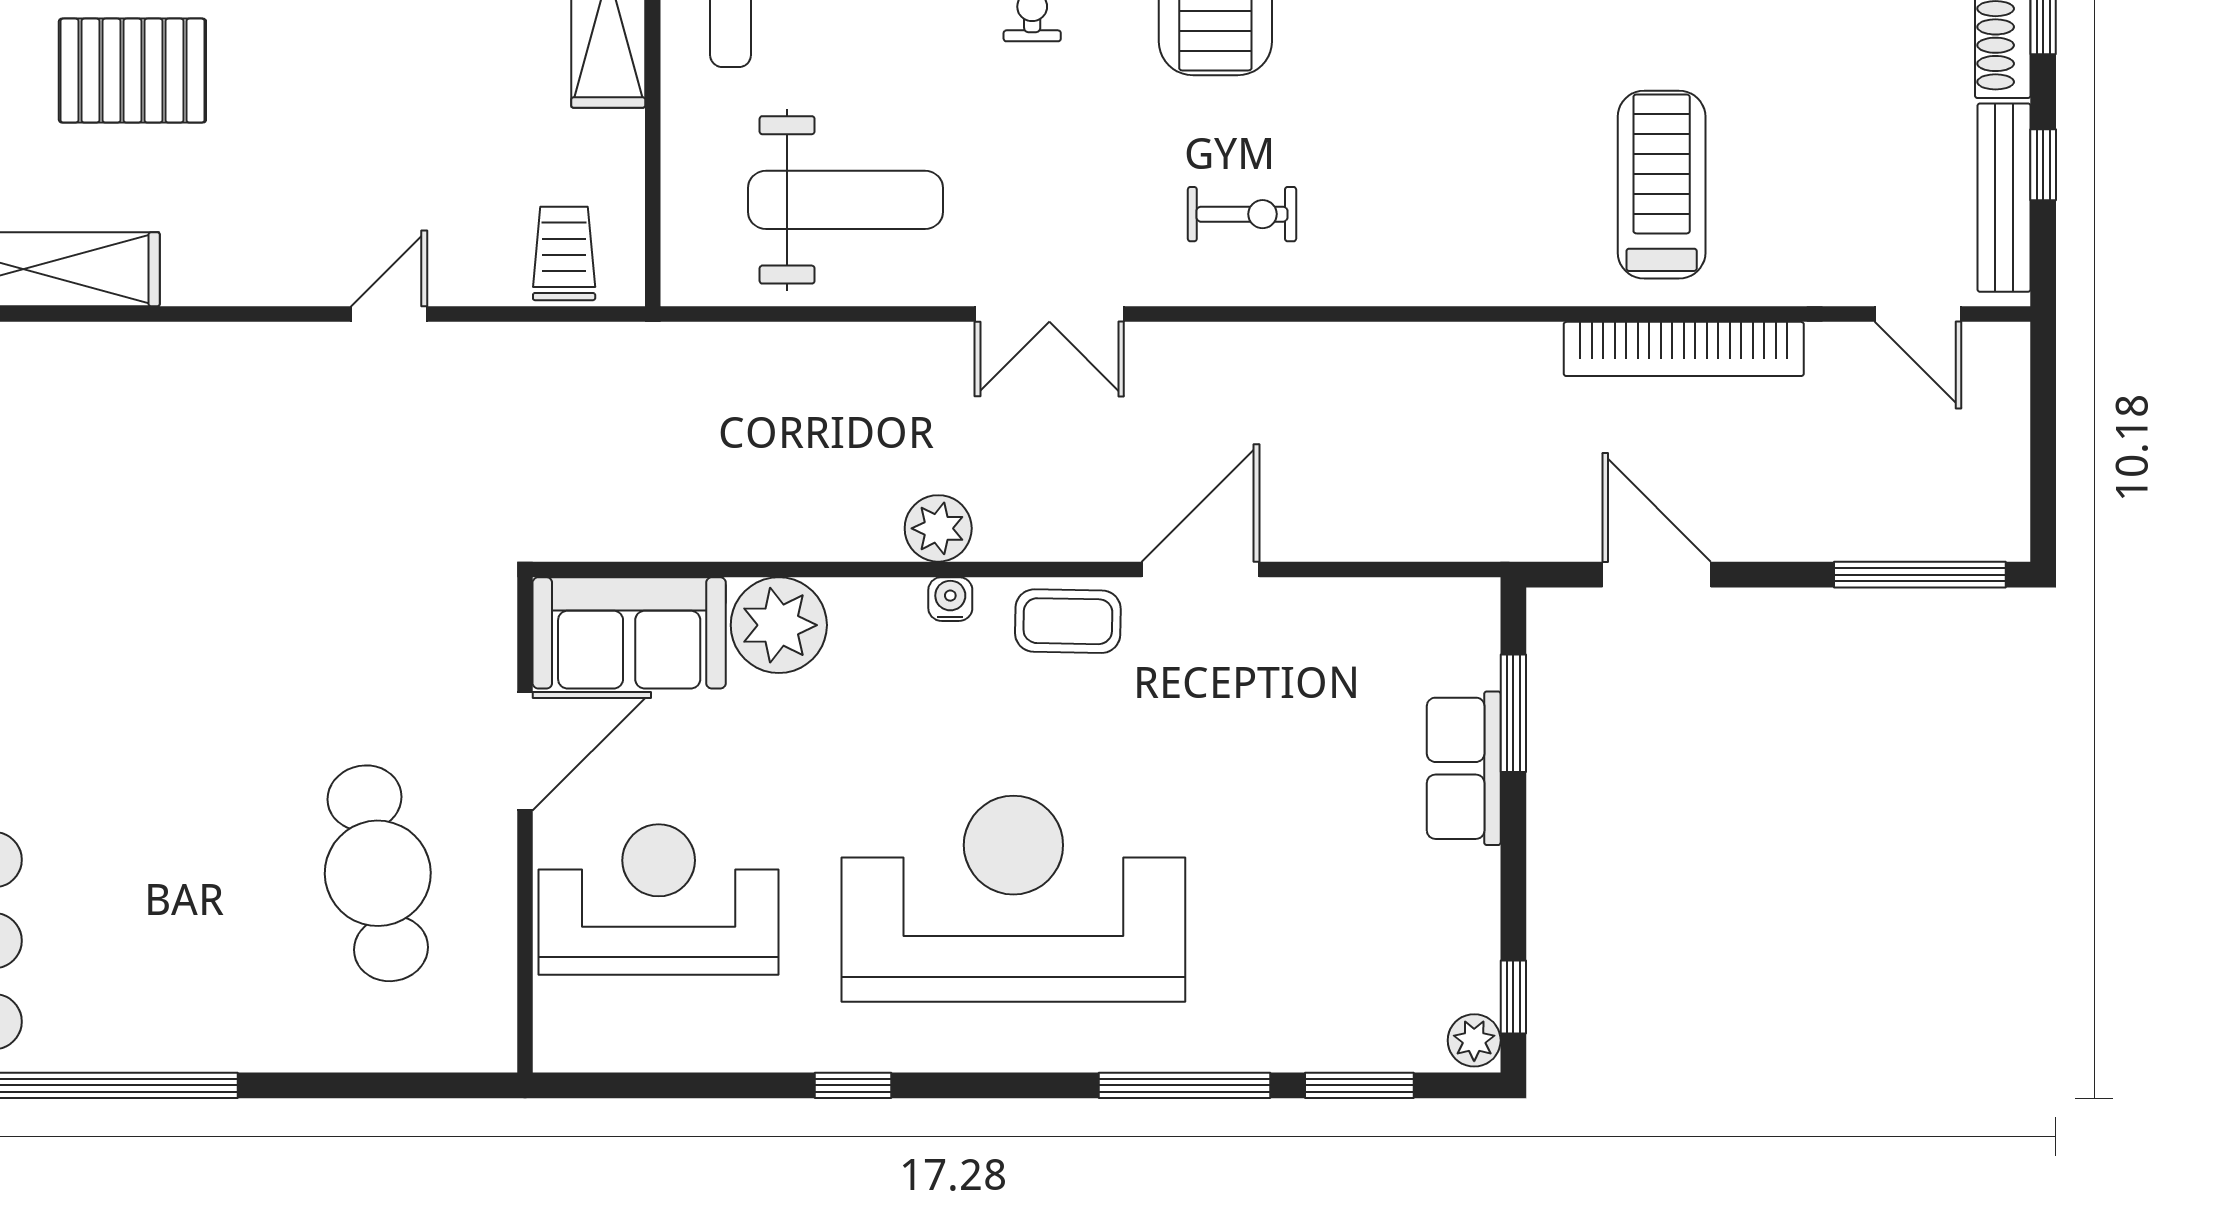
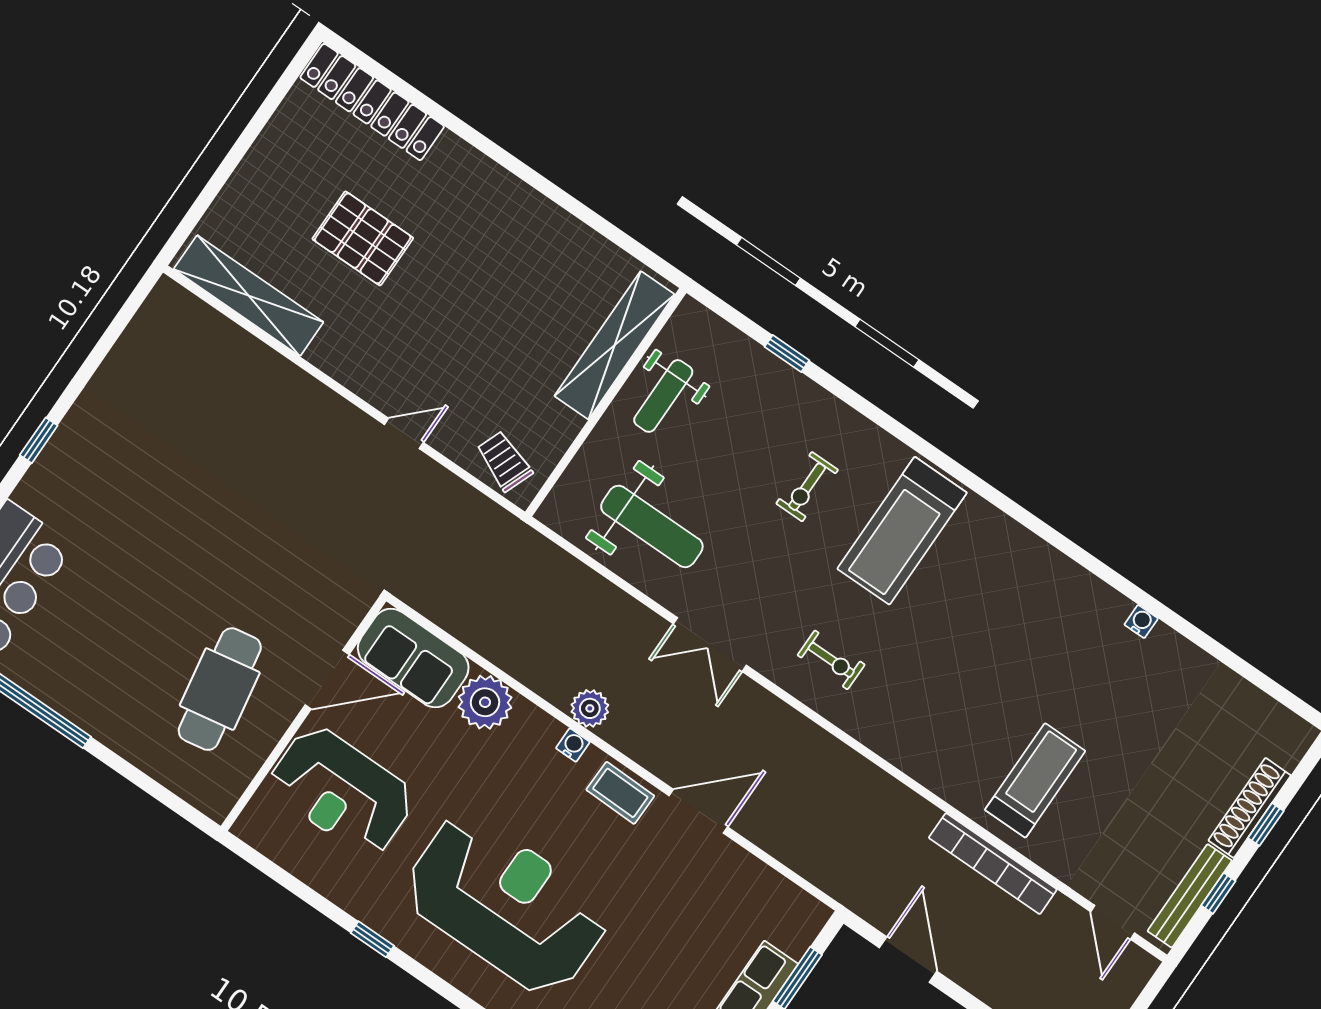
trolley: (564, 253) -> (504, 461), turned -69
reception desk: (659, 899) -> (342, 791), turned 180

